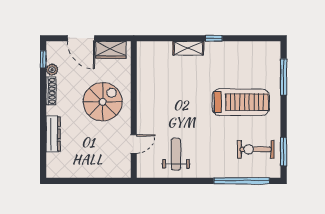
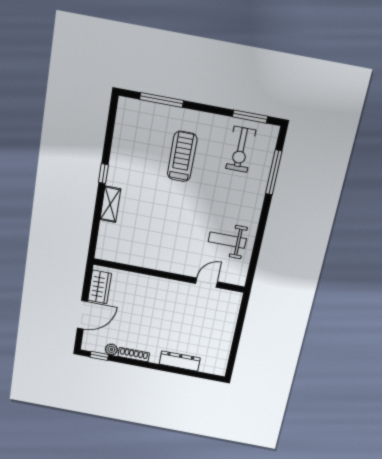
spiral stairs: (103, 102) -> (154, 306), removed
treadmill: (241, 102) -> (182, 156), width x0.73, depth x0.73
door: (134, 144) -> (207, 283), hinge flipped
window: (242, 181) -> (274, 172), width x0.68

